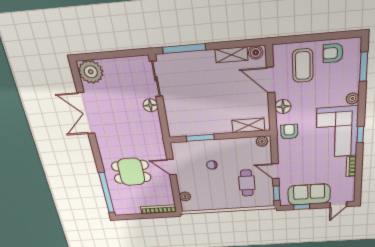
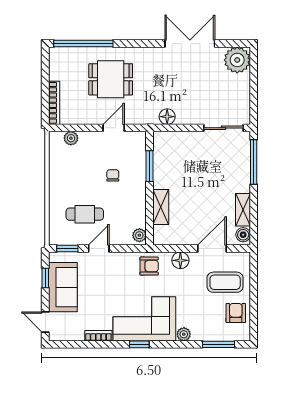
floor lamp: (150, 105) -> (167, 117), moved
shelving: (248, 125) -> (161, 207), moved
dining table: (131, 172) -> (111, 79), turned 90

